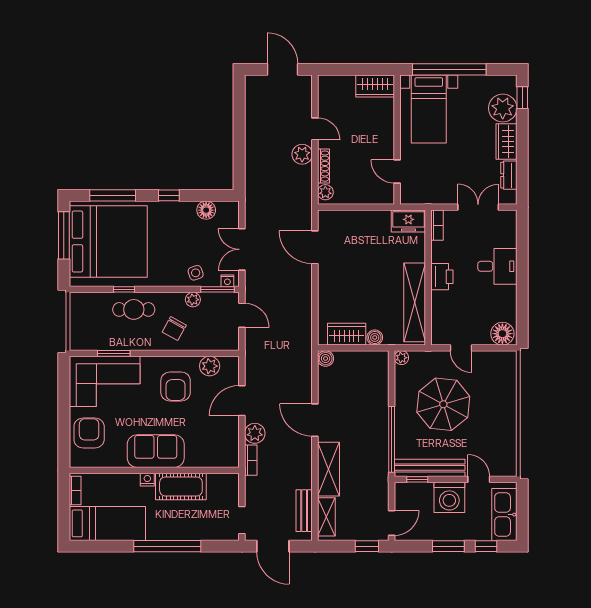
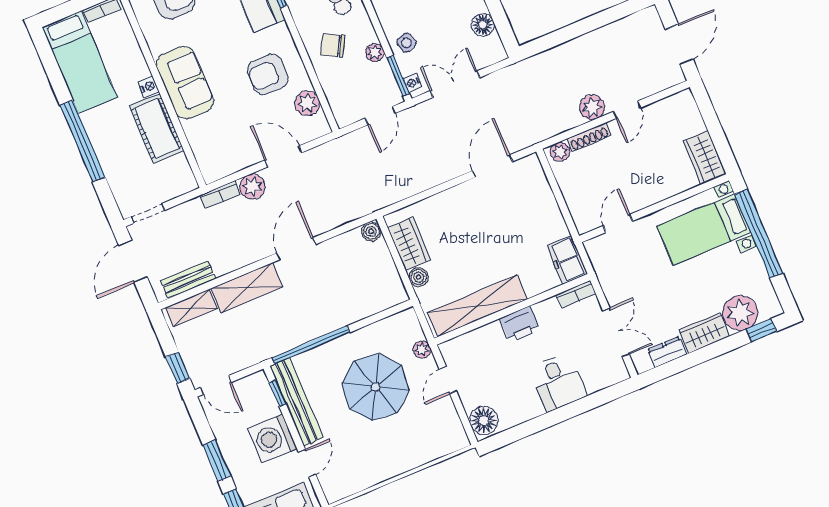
plant: (401, 358) -> (422, 350), moved

